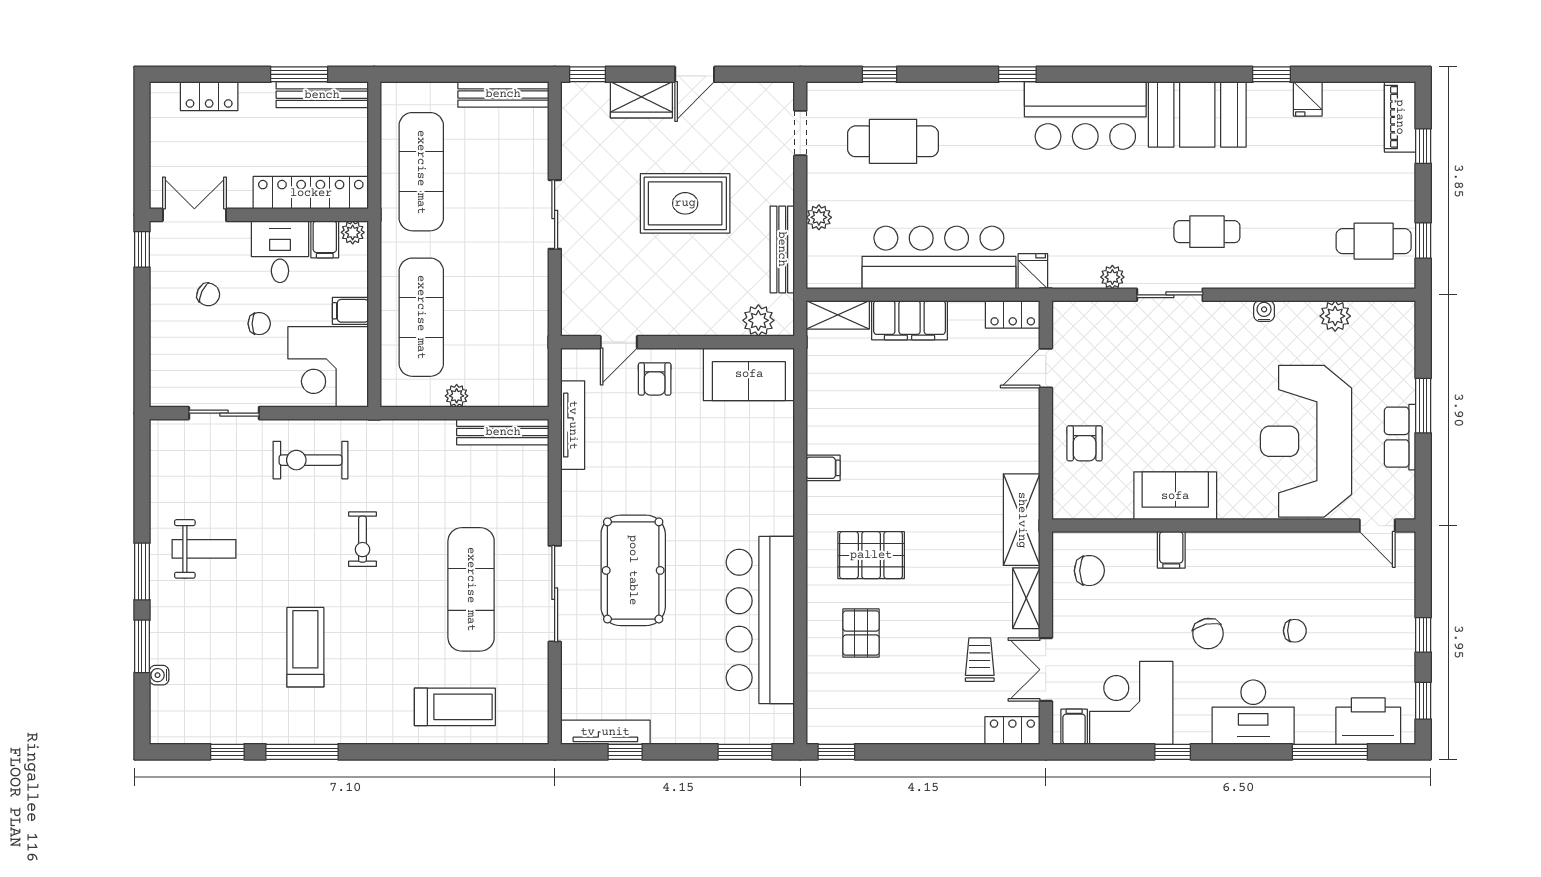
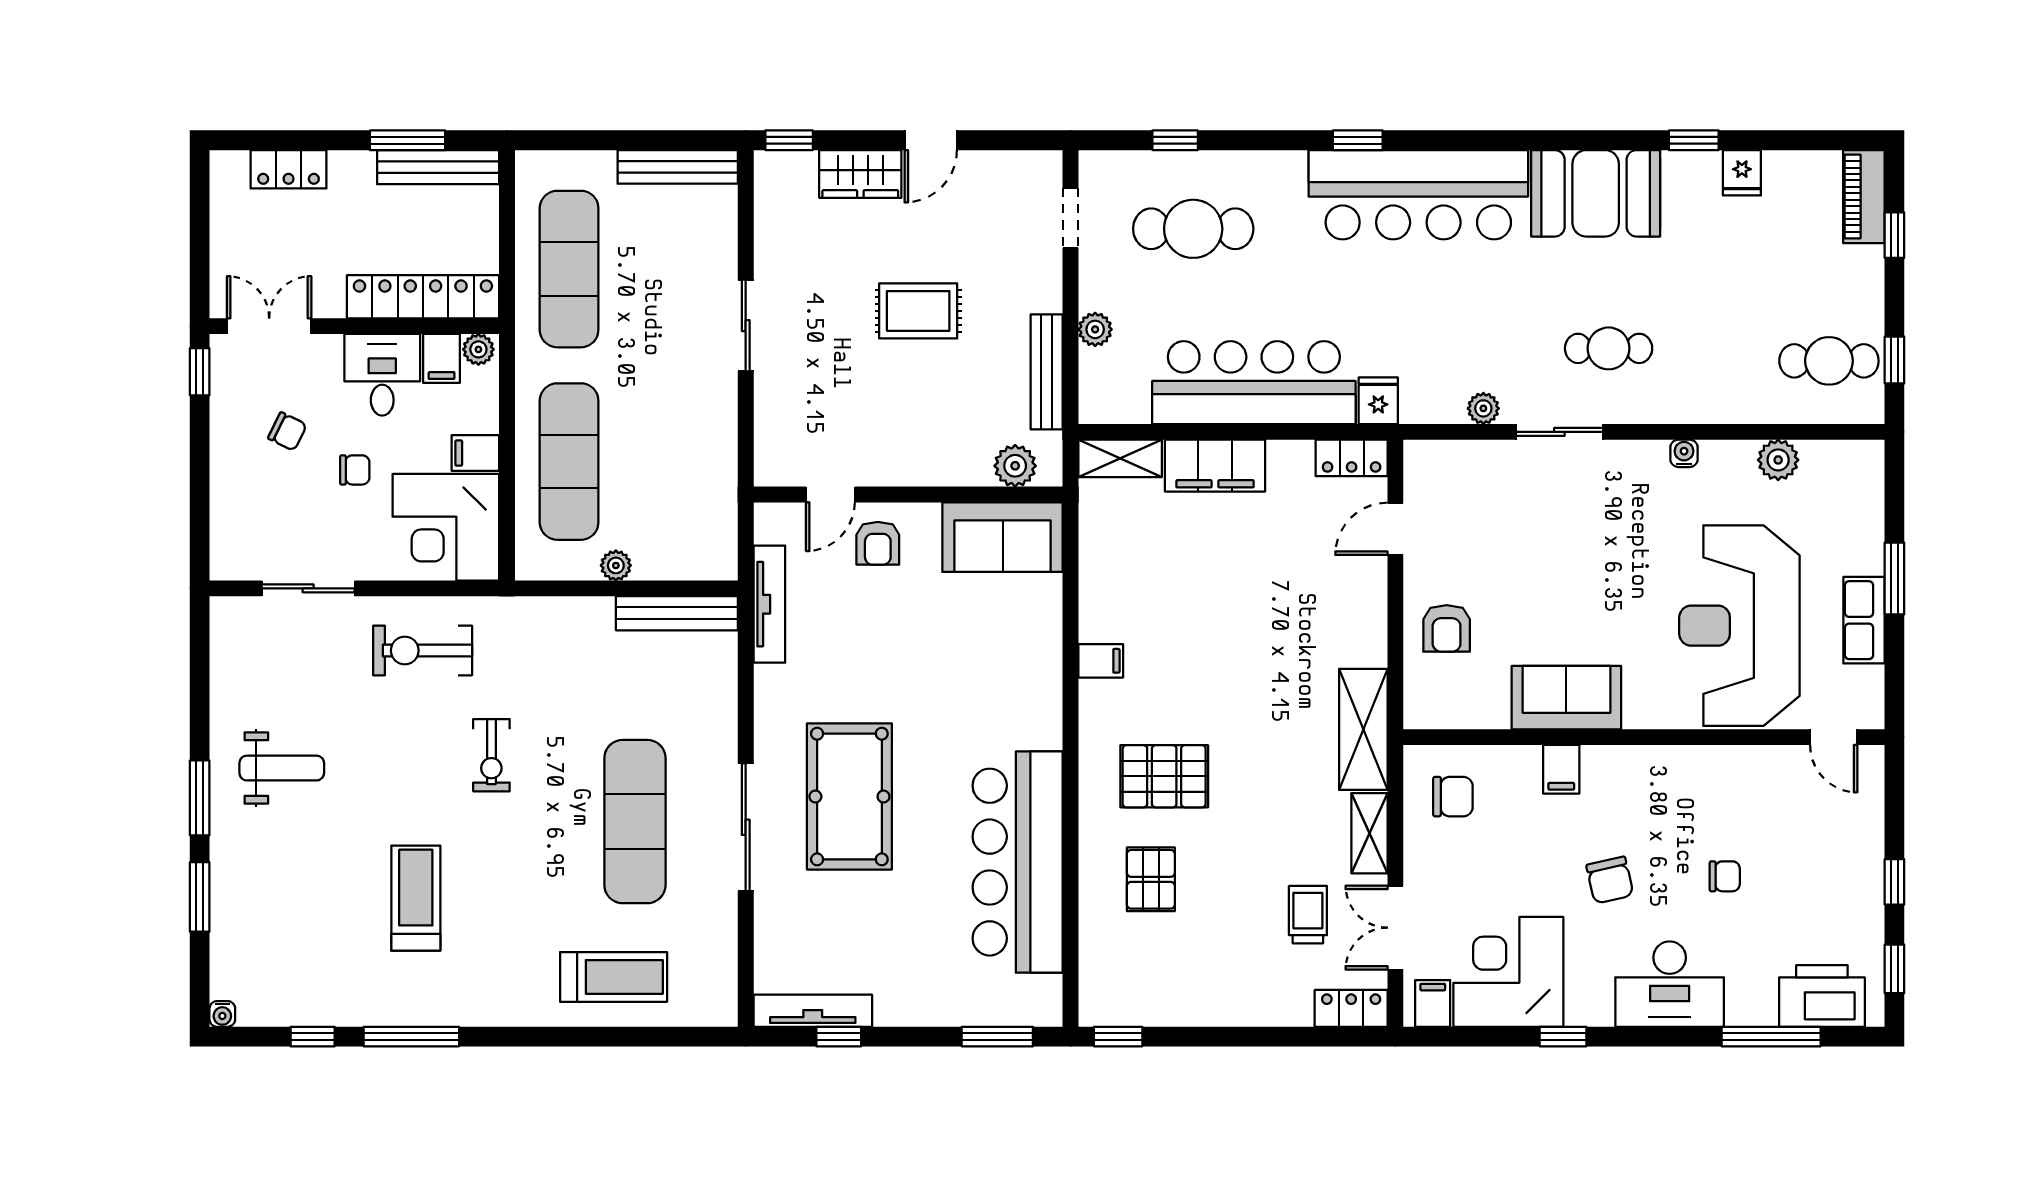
bar counter: (1085, 116) -> (1418, 195), width x1.36
rug: (685, 203) -> (918, 311), width x0.73, depth x0.70
water cooler: (159, 675) -> (222, 1014), moved, turned -90

